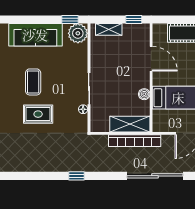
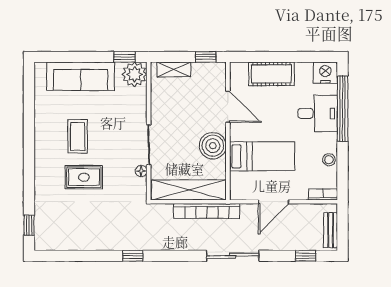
boiler: (144, 94) -> (213, 146), width x1.86, depth x1.86
shelving: (130, 124) -> (189, 190), width x1.47
sliding door: (155, 176) -> (233, 256), width x0.73

